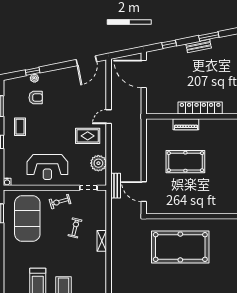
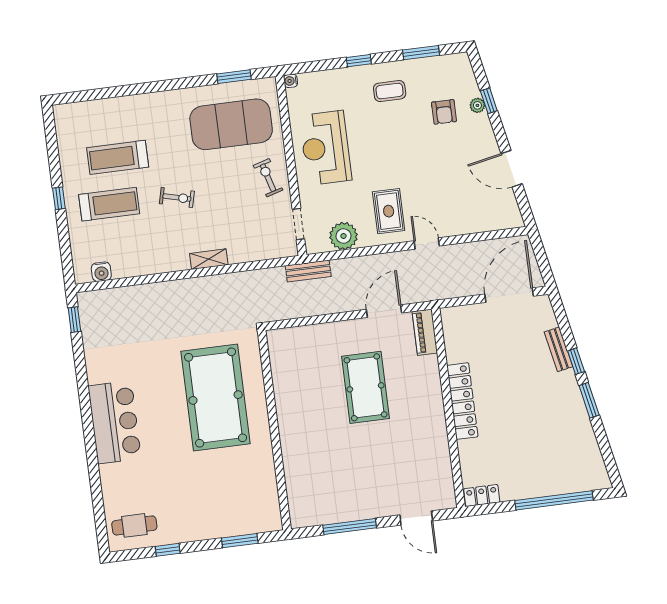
window: (169, 44) -> (576, 361), moved
bench: (199, 46) -> (558, 349), moved
door: (86, 61) -> (512, 169), moved
piano: (186, 124) -> (425, 332), moved
door: (144, 192) -> (384, 311), moved
exercise bike: (75, 228) -> (177, 197), moved

